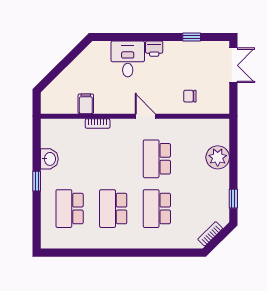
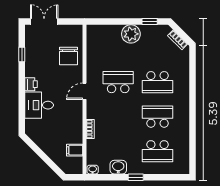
chair: (190, 96) -> (69, 56), width x1.87, depth x1.87
filing cabinet: (86, 104) -> (75, 150), moved
washbasin: (46, 127) -> (93, 170), added
plant: (218, 157) -> (131, 34), moved
school desk: (157, 159) -> (118, 82), turned 180
school desk: (113, 209) -> (158, 117), turned 180

